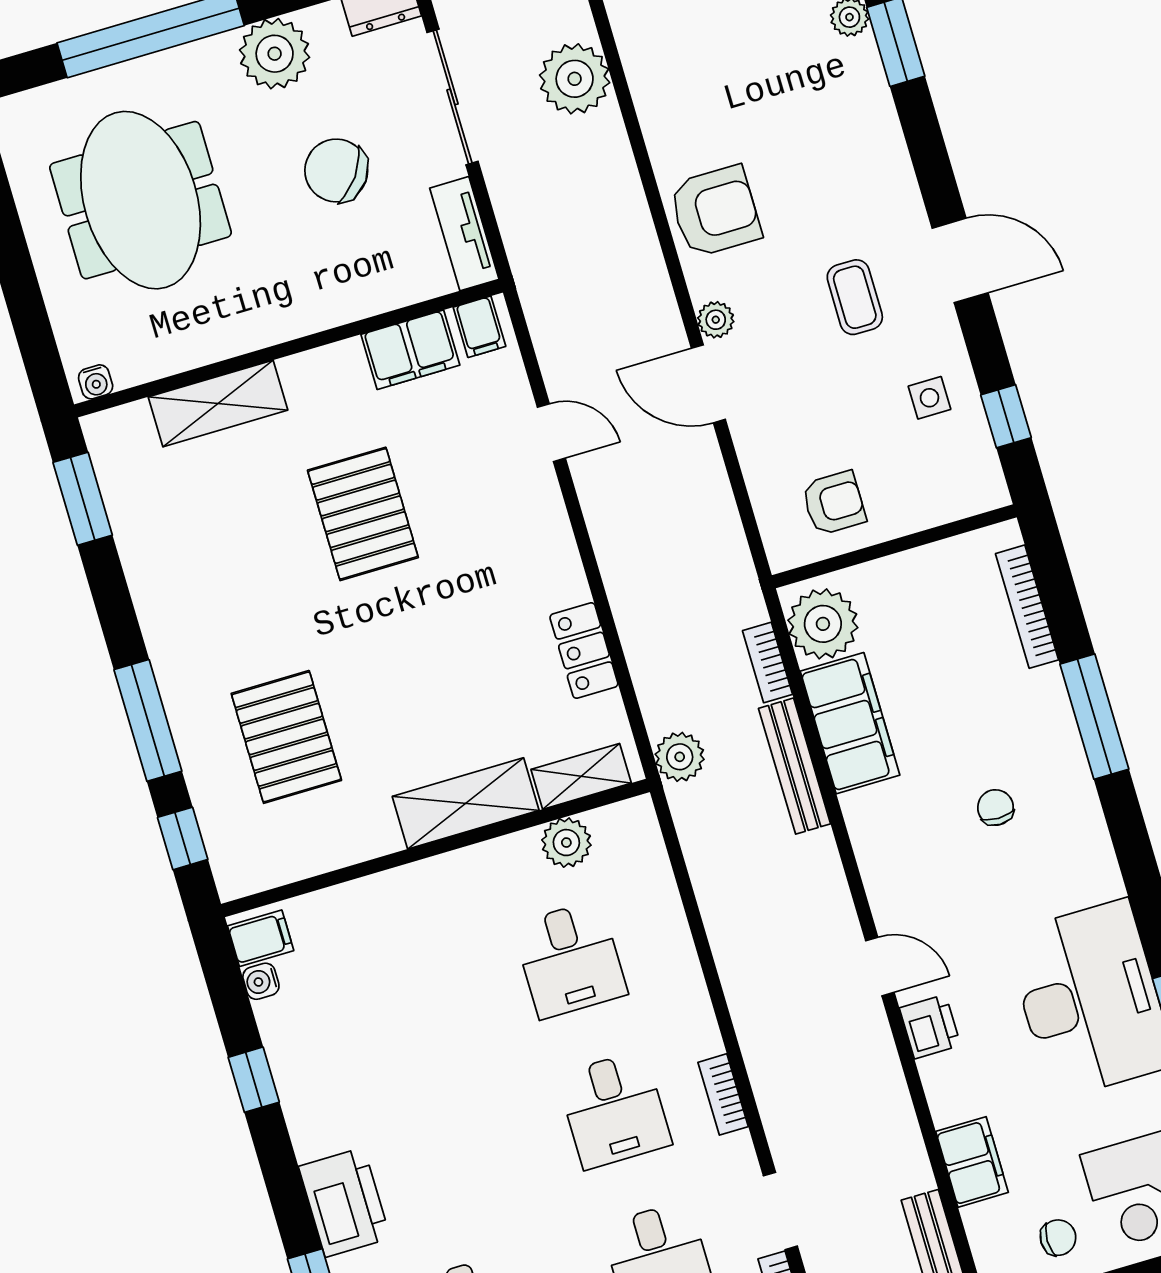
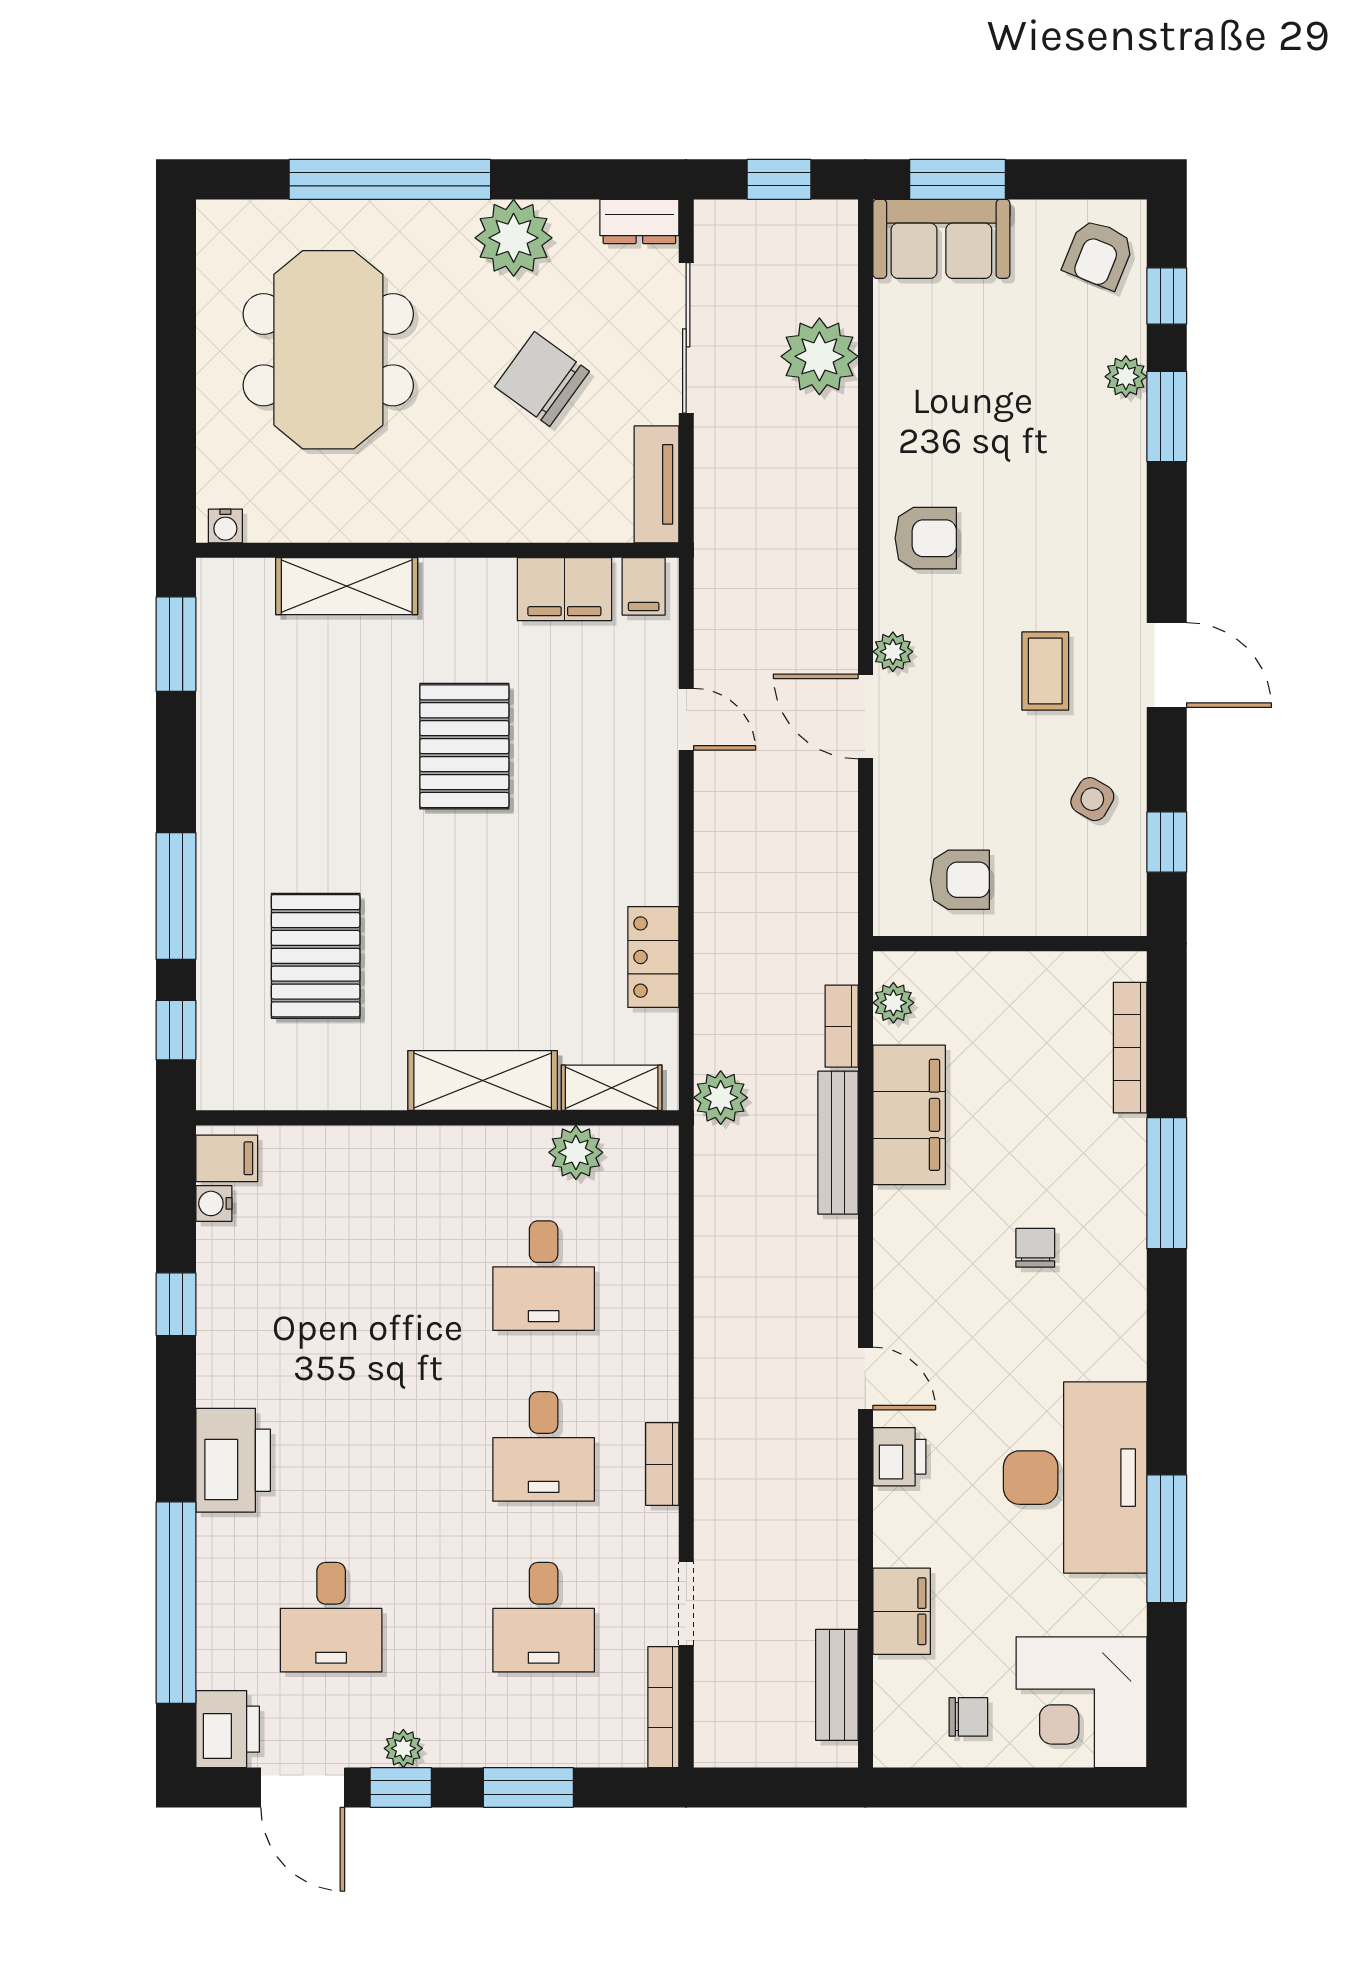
armchair: (715, 211) -> (926, 538), width x0.72, depth x0.72
side table: (929, 398) -> (1092, 799), turned 30
plant: (823, 624) -> (893, 1003), width x0.53, depth x0.53

